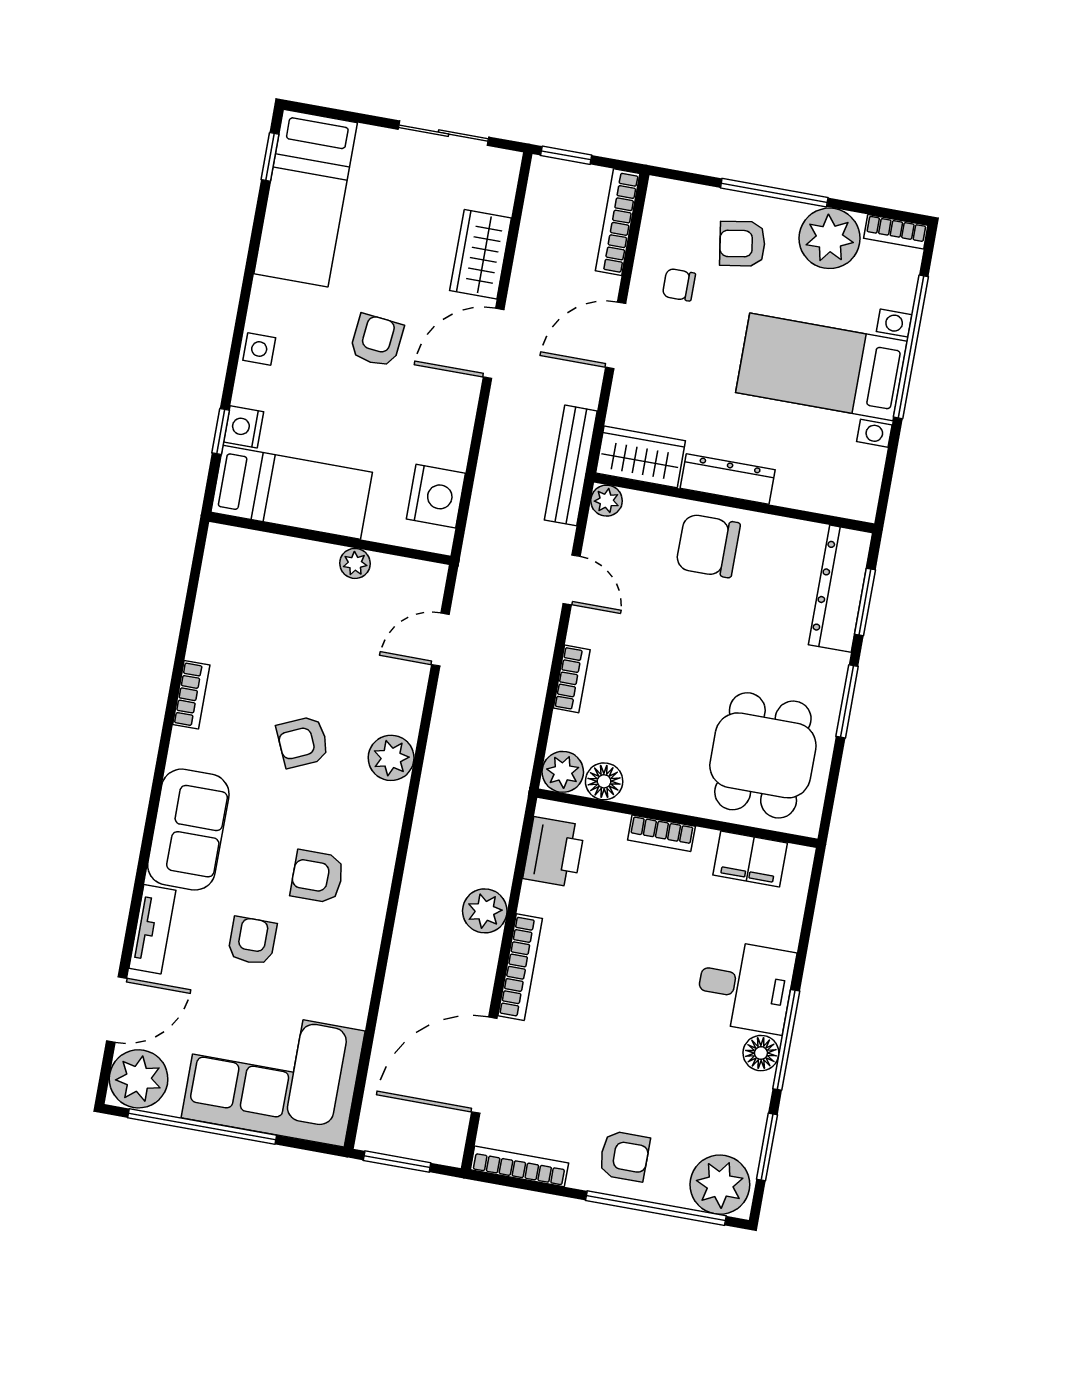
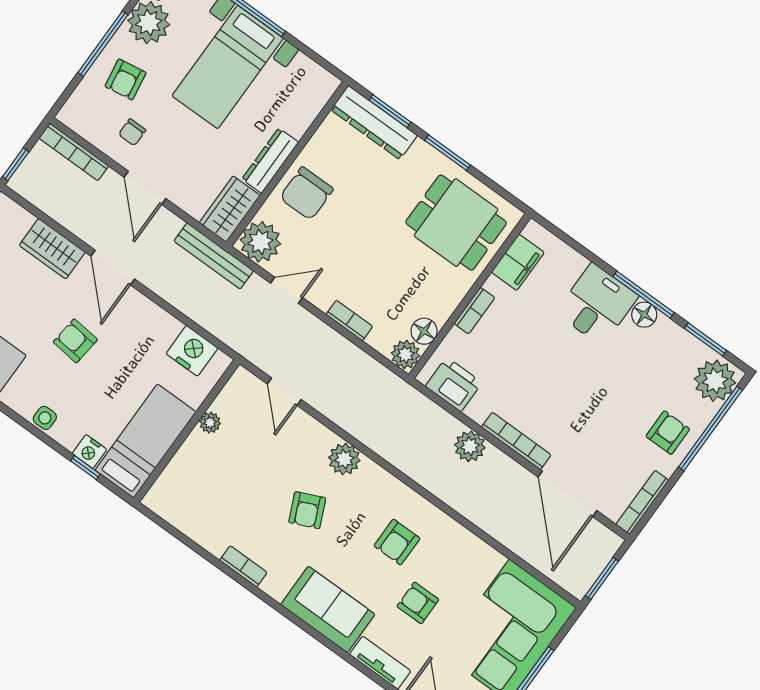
plant: (607, 501) -> (260, 242), width x1.88, depth x1.88

